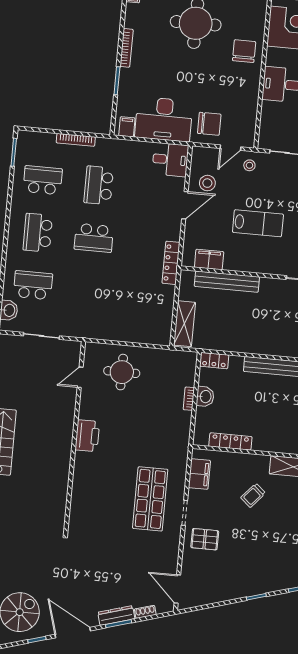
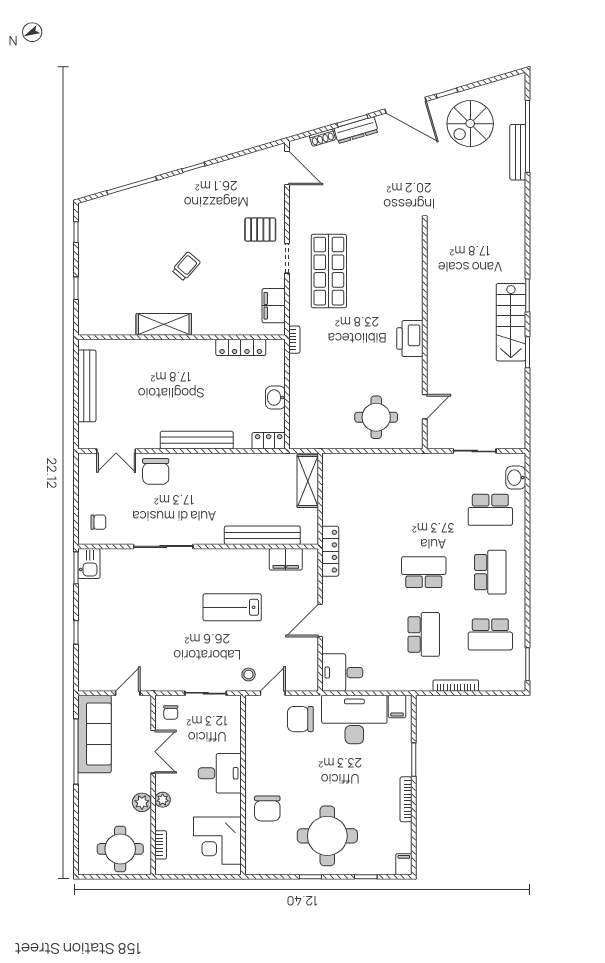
stool: (207, 183) -> (296, 649), removed
bookcase: (189, 399) -> (294, 340), moved
trolley: (253, 495) -> (186, 266), moved

